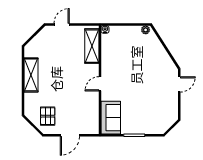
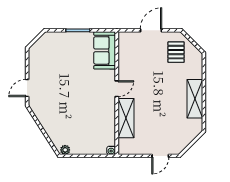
shelving: (92, 46) -> (126, 118), moved

